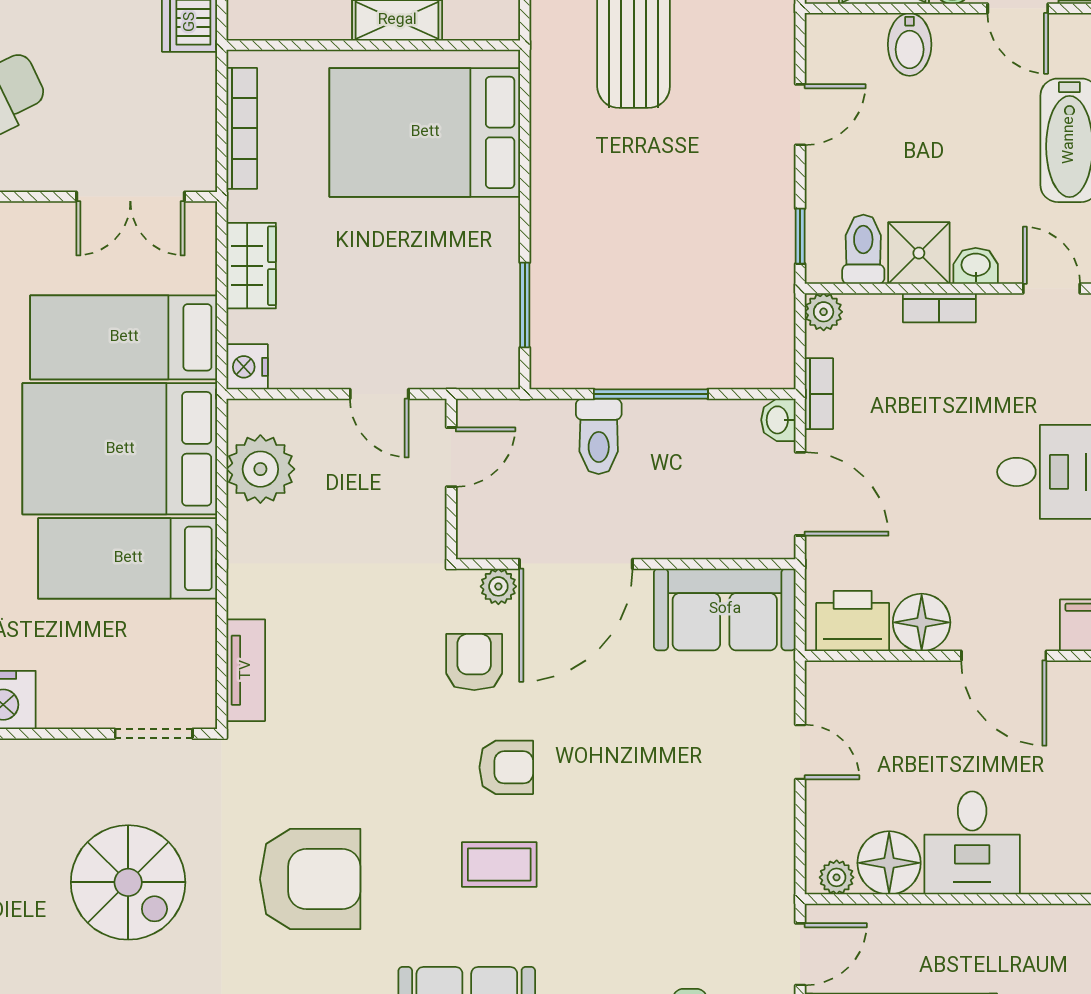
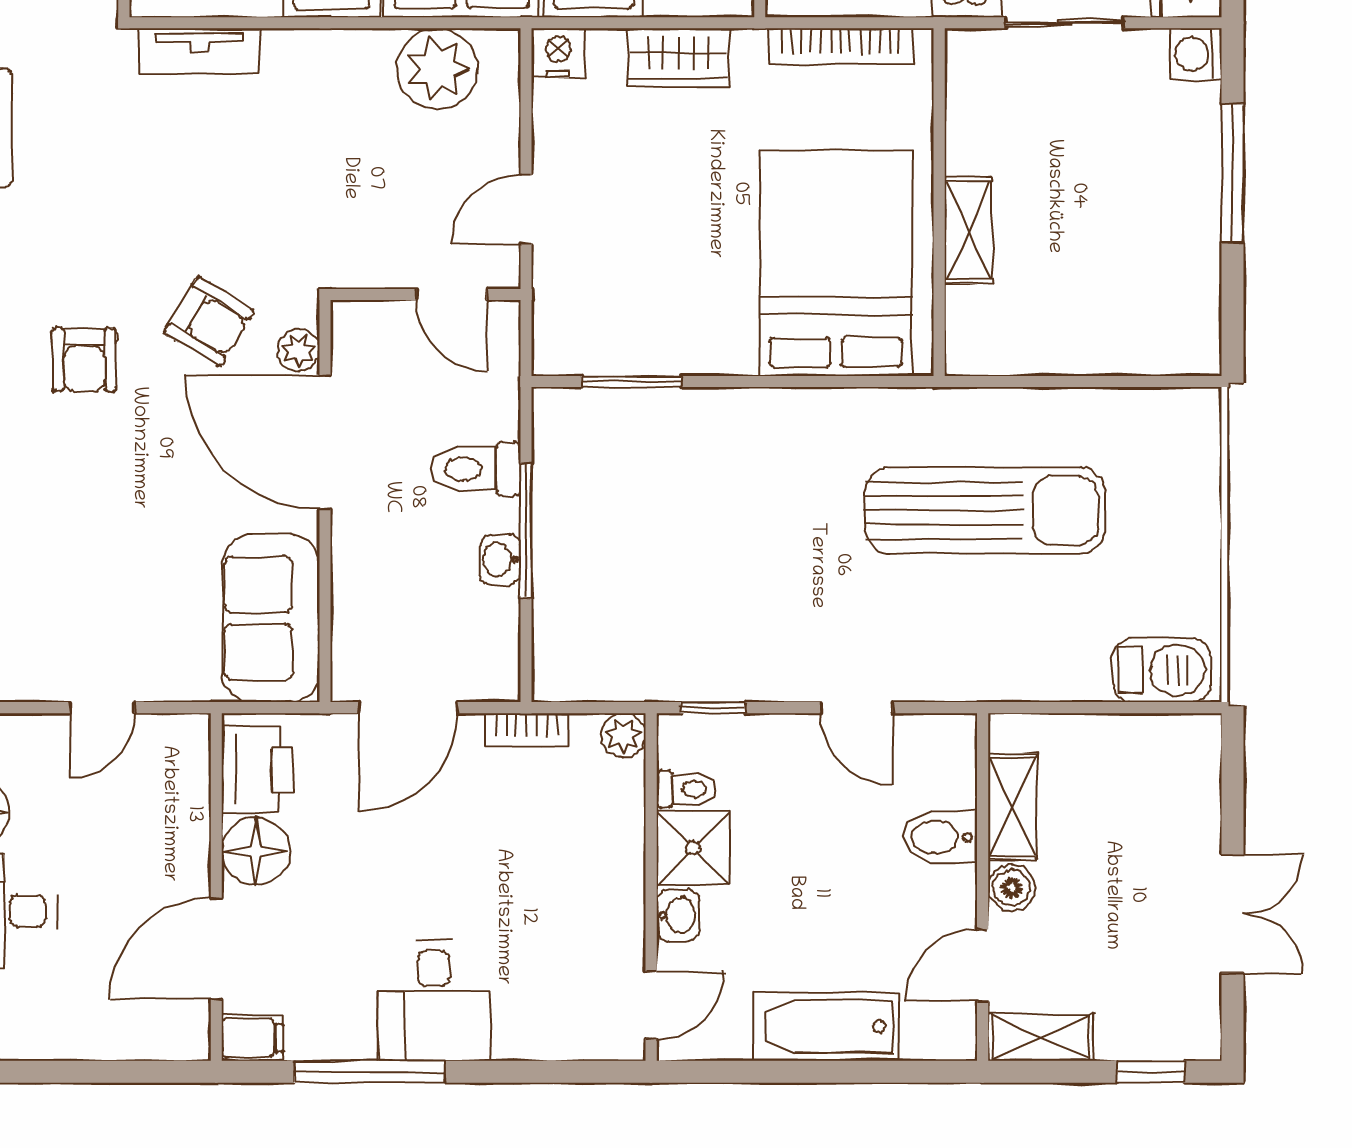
toilet: (863, 249) -> (686, 789), width x0.73, depth x0.72
bookcase: (939, 308) -> (628, 872), removed
washbasin: (778, 420) -> (500, 560), moved, turned -90
armchair: (474, 662) -> (209, 322), turned 31

